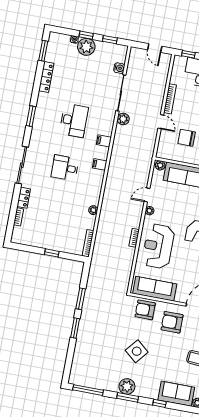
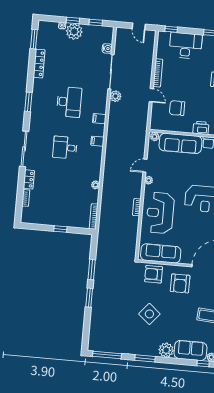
armchair: (172, 322) -> (180, 283), turned -90
plant: (127, 386) -> (166, 350), moved
window: (159, 403) -> (203, 364), moved

